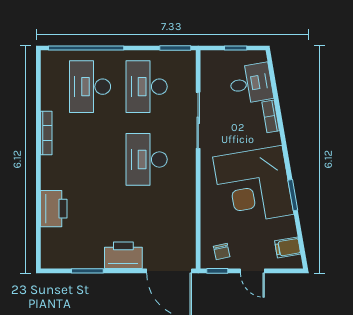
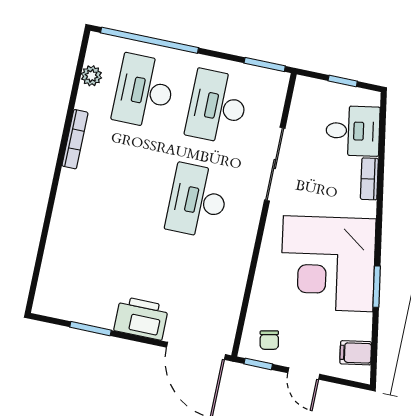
plant: (49, 83) -> (91, 76), added
printer: (54, 209) -> (64, 239), removed

